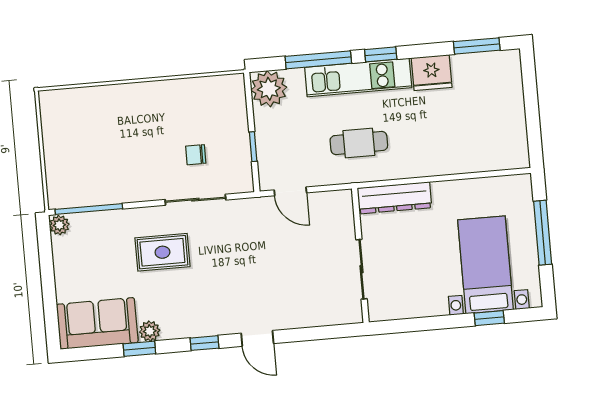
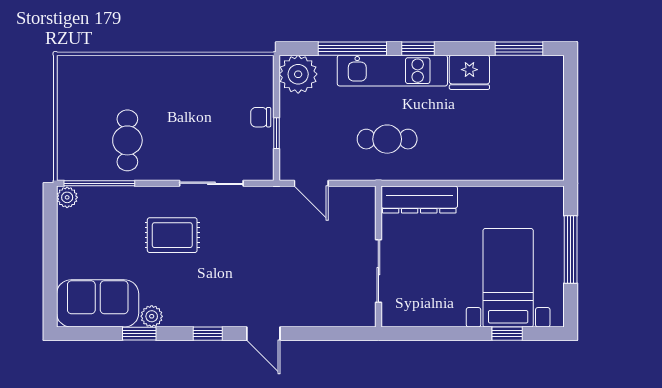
chair: (196, 155) -> (261, 117), moved
cafe table: (112, 166) -> (127, 140), added

